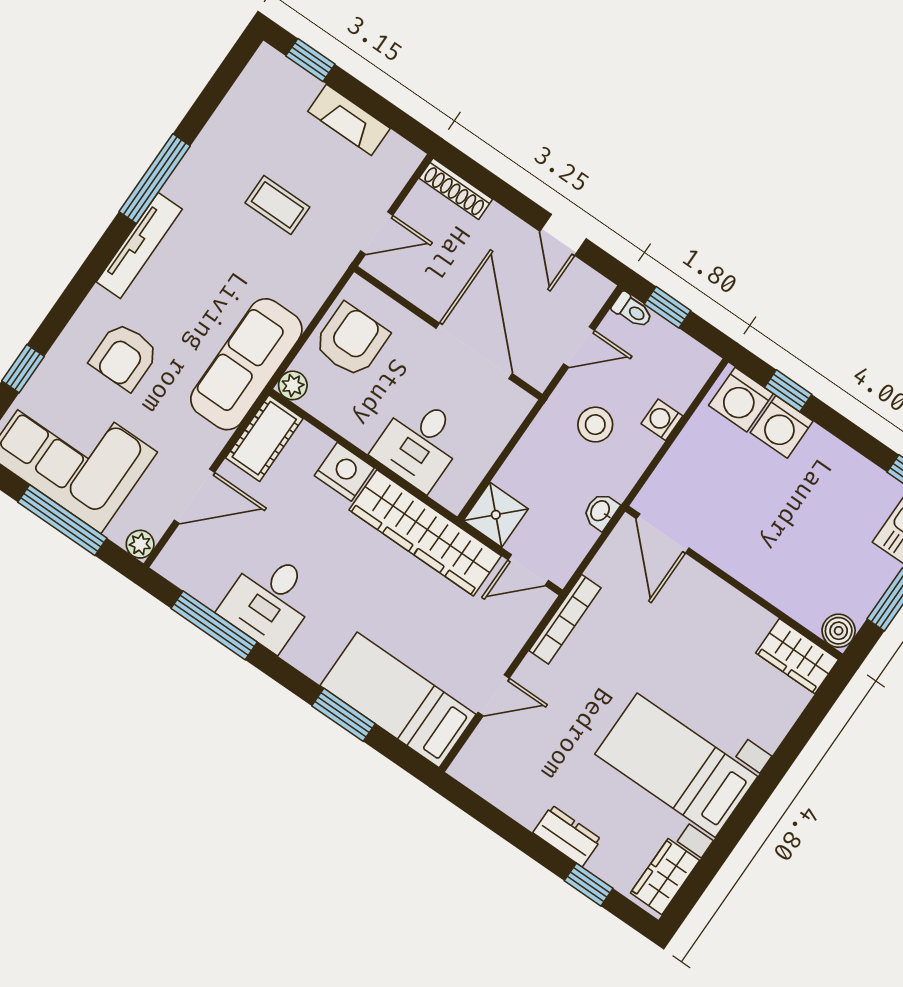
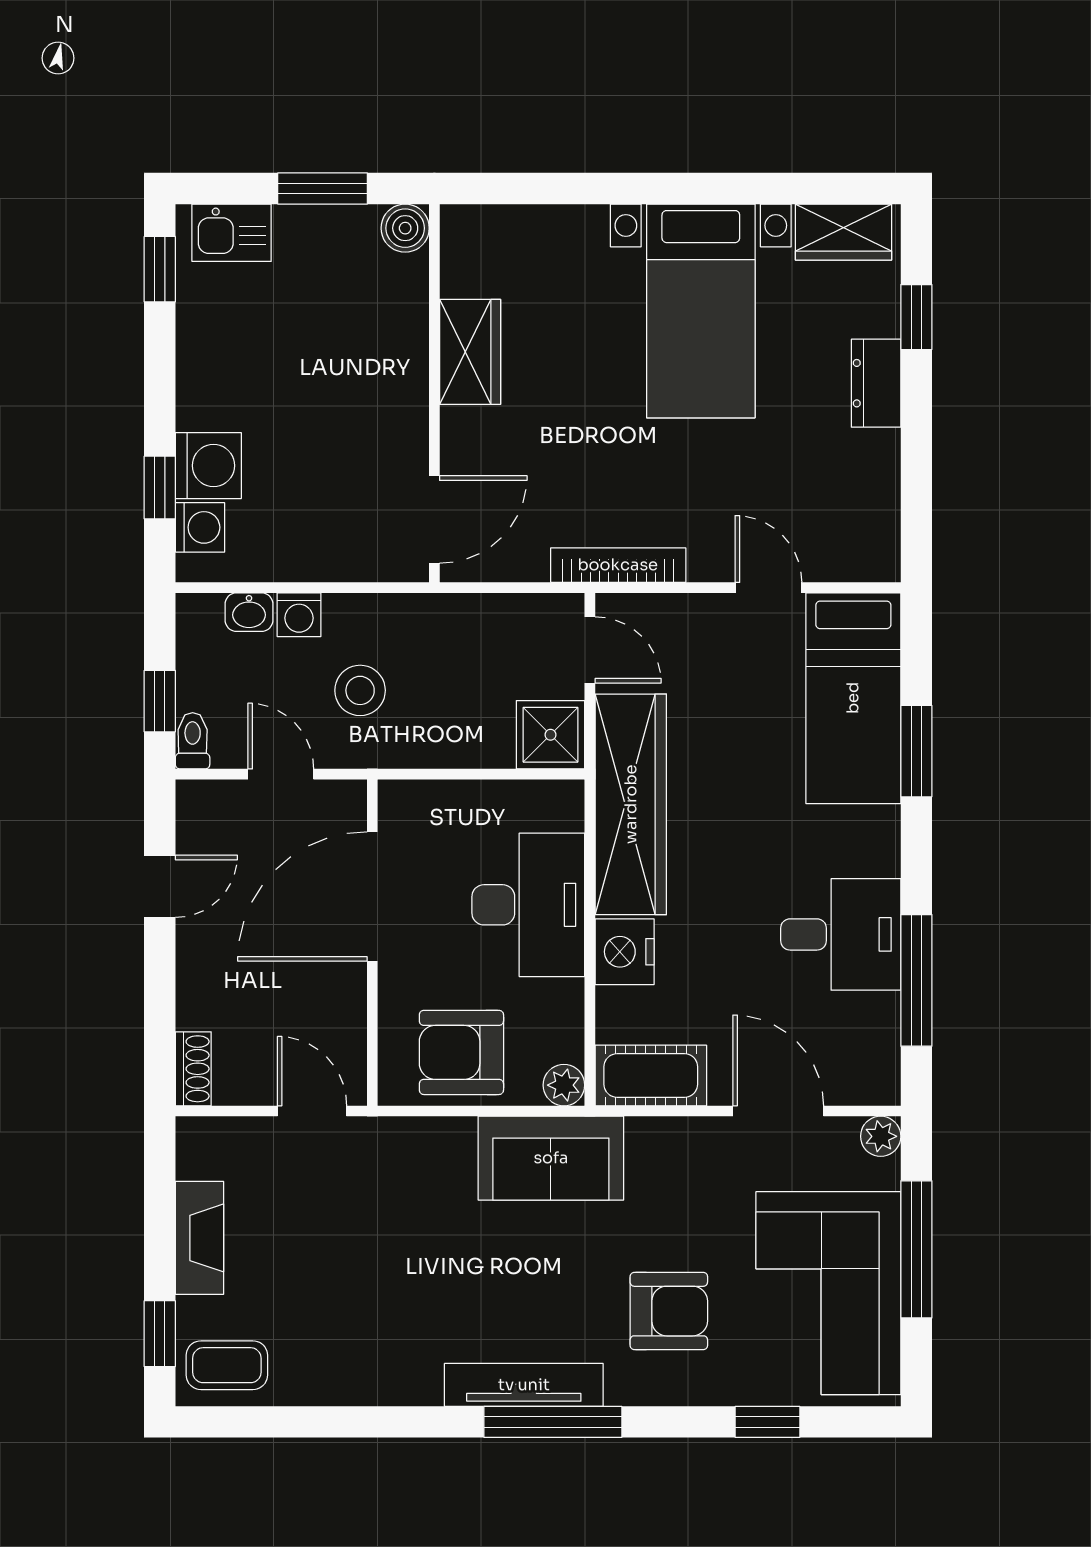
window: (155, 179) -> (553, 1422), moved
shoe rack: (456, 189) -> (193, 1069), width x0.70
coffee table: (277, 205) -> (227, 1365), moved, turned 90
sofa: (246, 364) -> (551, 1158), width x0.73
washing machine: (741, 400) -> (200, 527), width x0.73, depth x0.73
desk: (419, 443) -> (528, 905), width x1.37
washbasin: (601, 511) -> (249, 612), moved
wardrobe: (797, 656) -> (470, 352), moved

